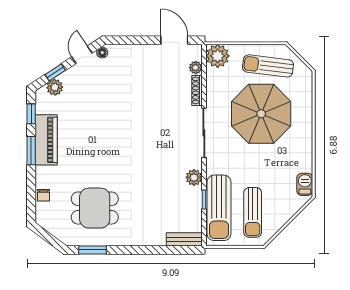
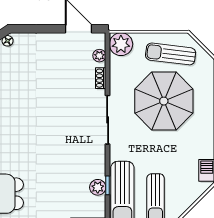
shoe rack: (197, 90) -> (101, 78), width x0.70
plant: (194, 177) -> (98, 187), moved

